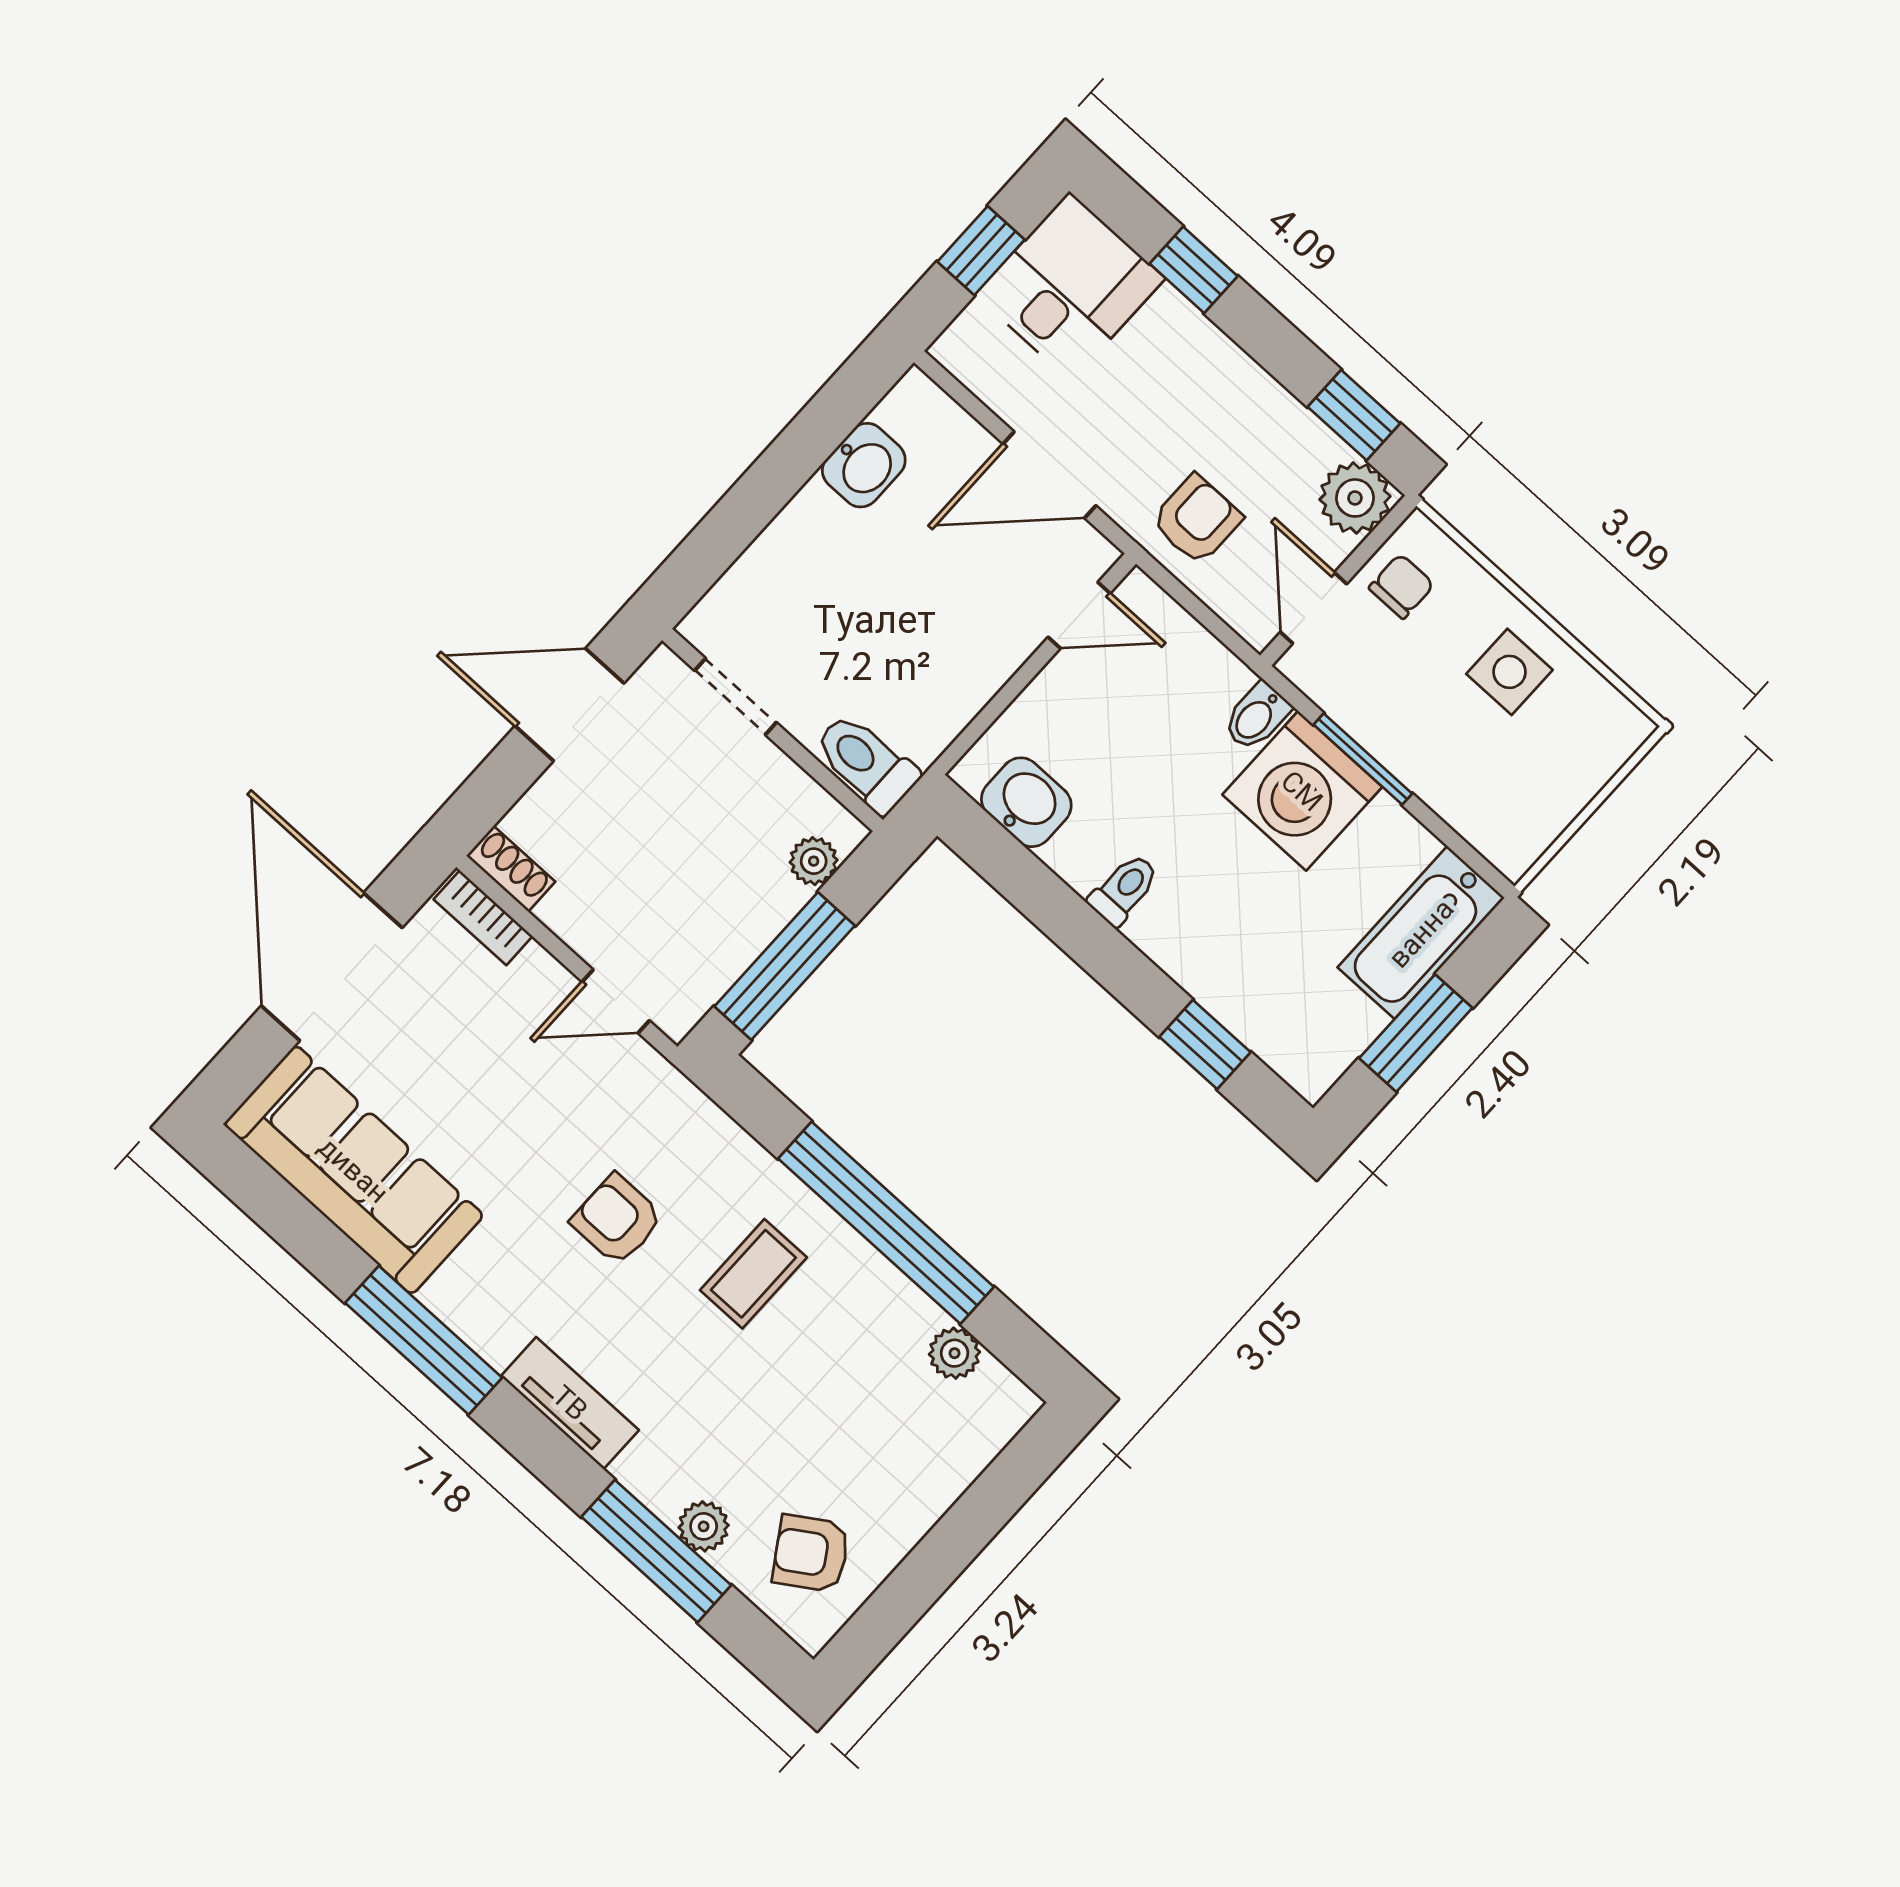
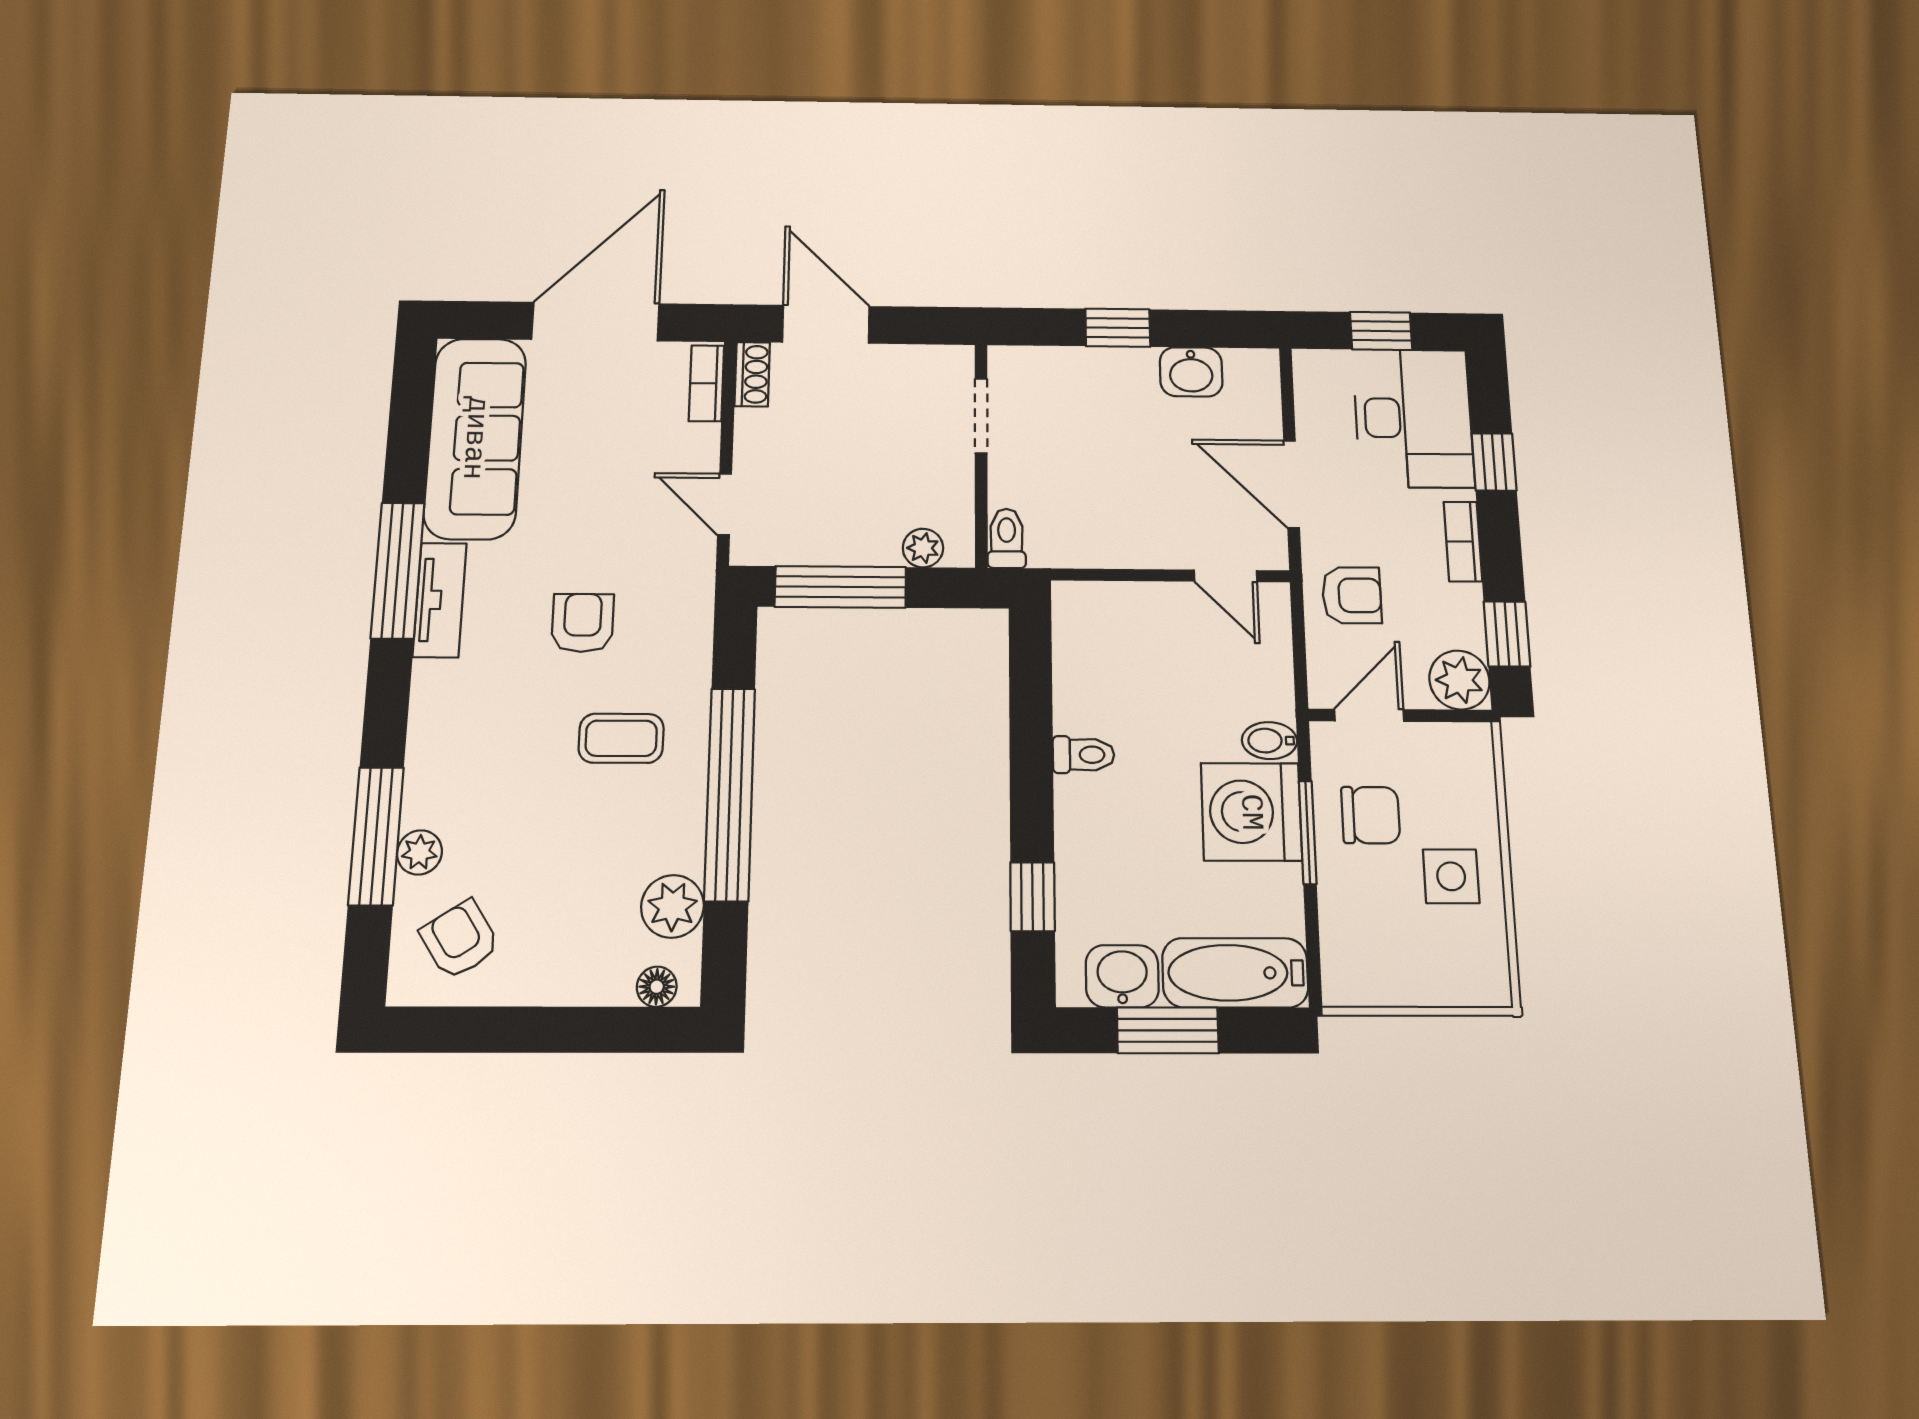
desk: (1070, 287) -> (1413, 418), width x1.37
bookcase: (1239, 371) -> (1463, 541), added
window: (762, 493) -> (1118, 328), added
chair: (1401, 586) -> (1371, 815), moved, width x1.37, depth x1.37
door: (569, 705) -> (826, 324), moved
toilet: (866, 763) -> (1007, 538), width x0.73, depth x0.72
washbasin: (1026, 802) -> (1122, 976), moved, turned -90
plant: (955, 1353) -> (672, 906), width x1.38, depth x1.38
tv unit: (570, 1403) -> (440, 600), moved
floor lamp: (998, 1424) -> (657, 987), added

